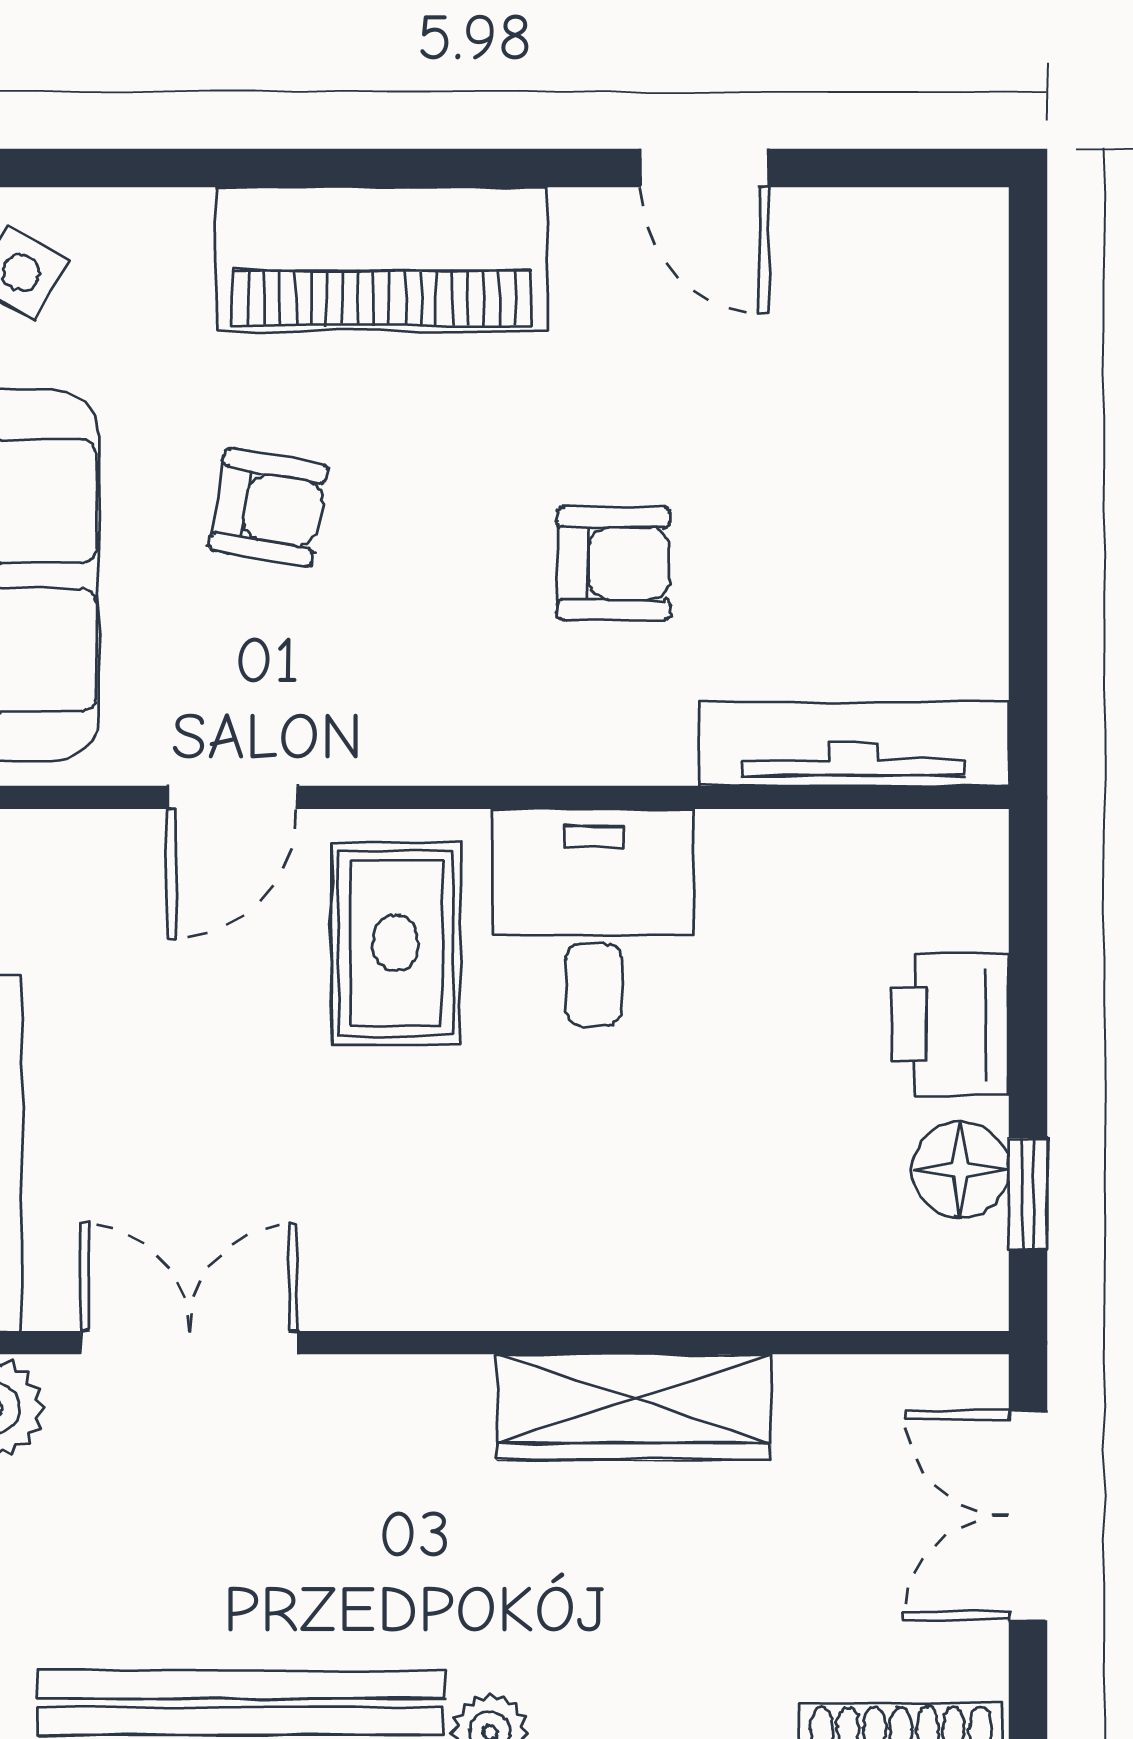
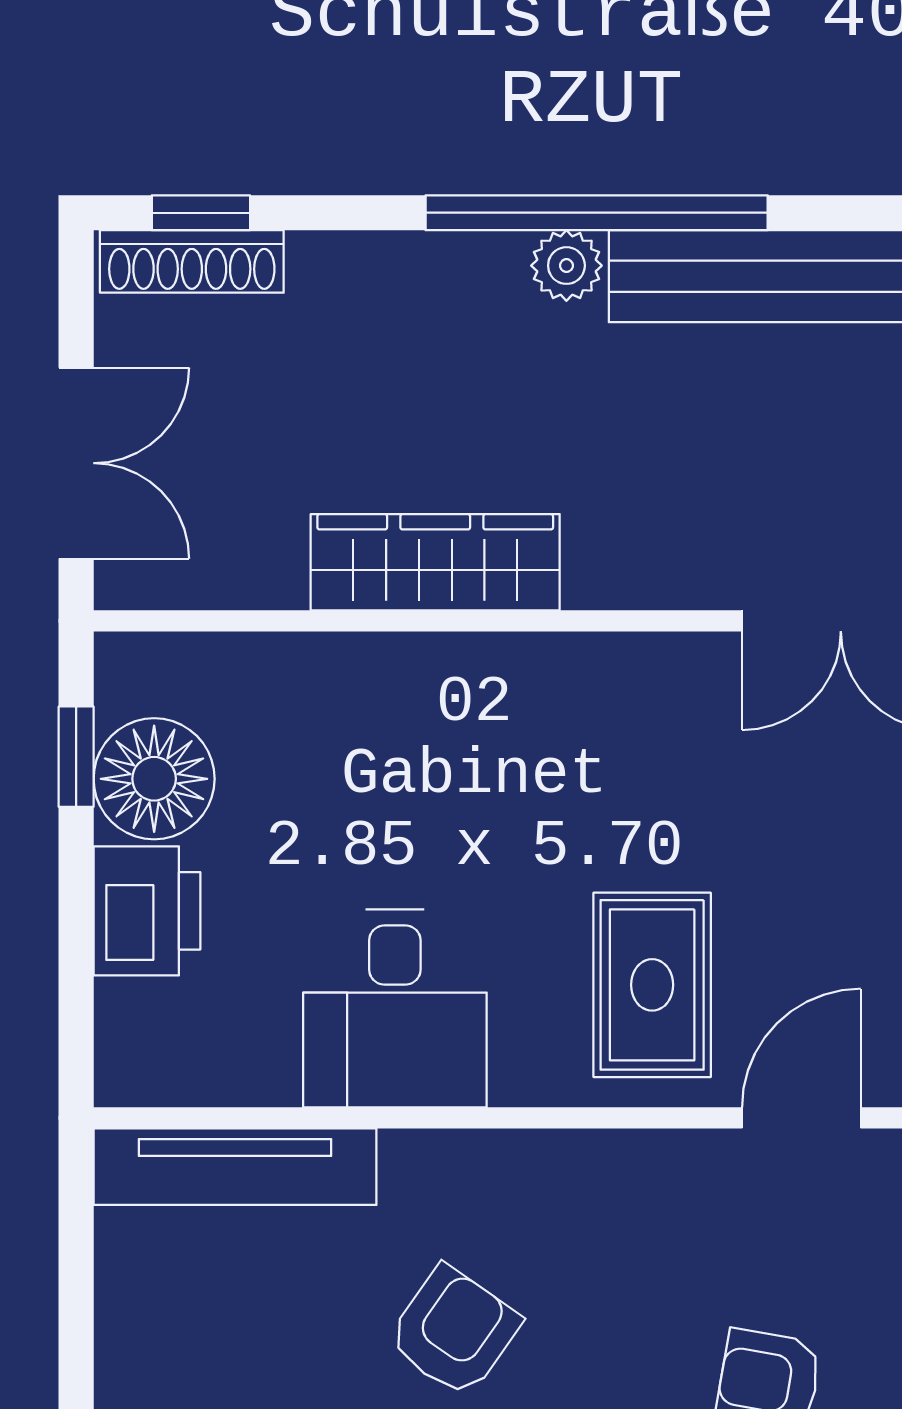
armchair: (613, 563) -> (454, 1331), turned 125
desk: (593, 917) -> (395, 1008), moved
floor lamp: (960, 1169) -> (154, 779), width x1.38, depth x1.38

